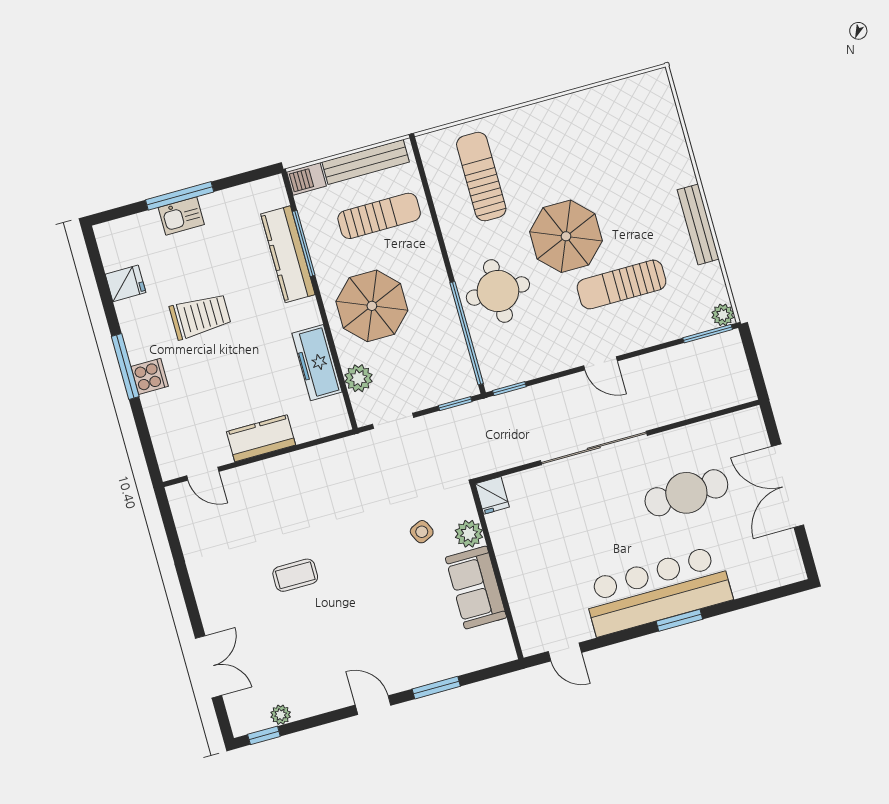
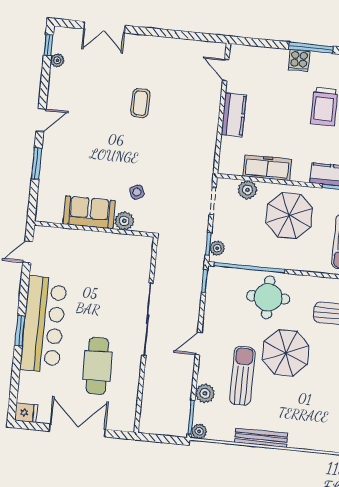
plant: (666, 327) -> (205, 393), added
plant: (457, 389) -> (217, 248), added
door: (203, 474) -> (226, 70), hinge flipped
fridge: (492, 495) -> (26, 413), moved, turned 180

